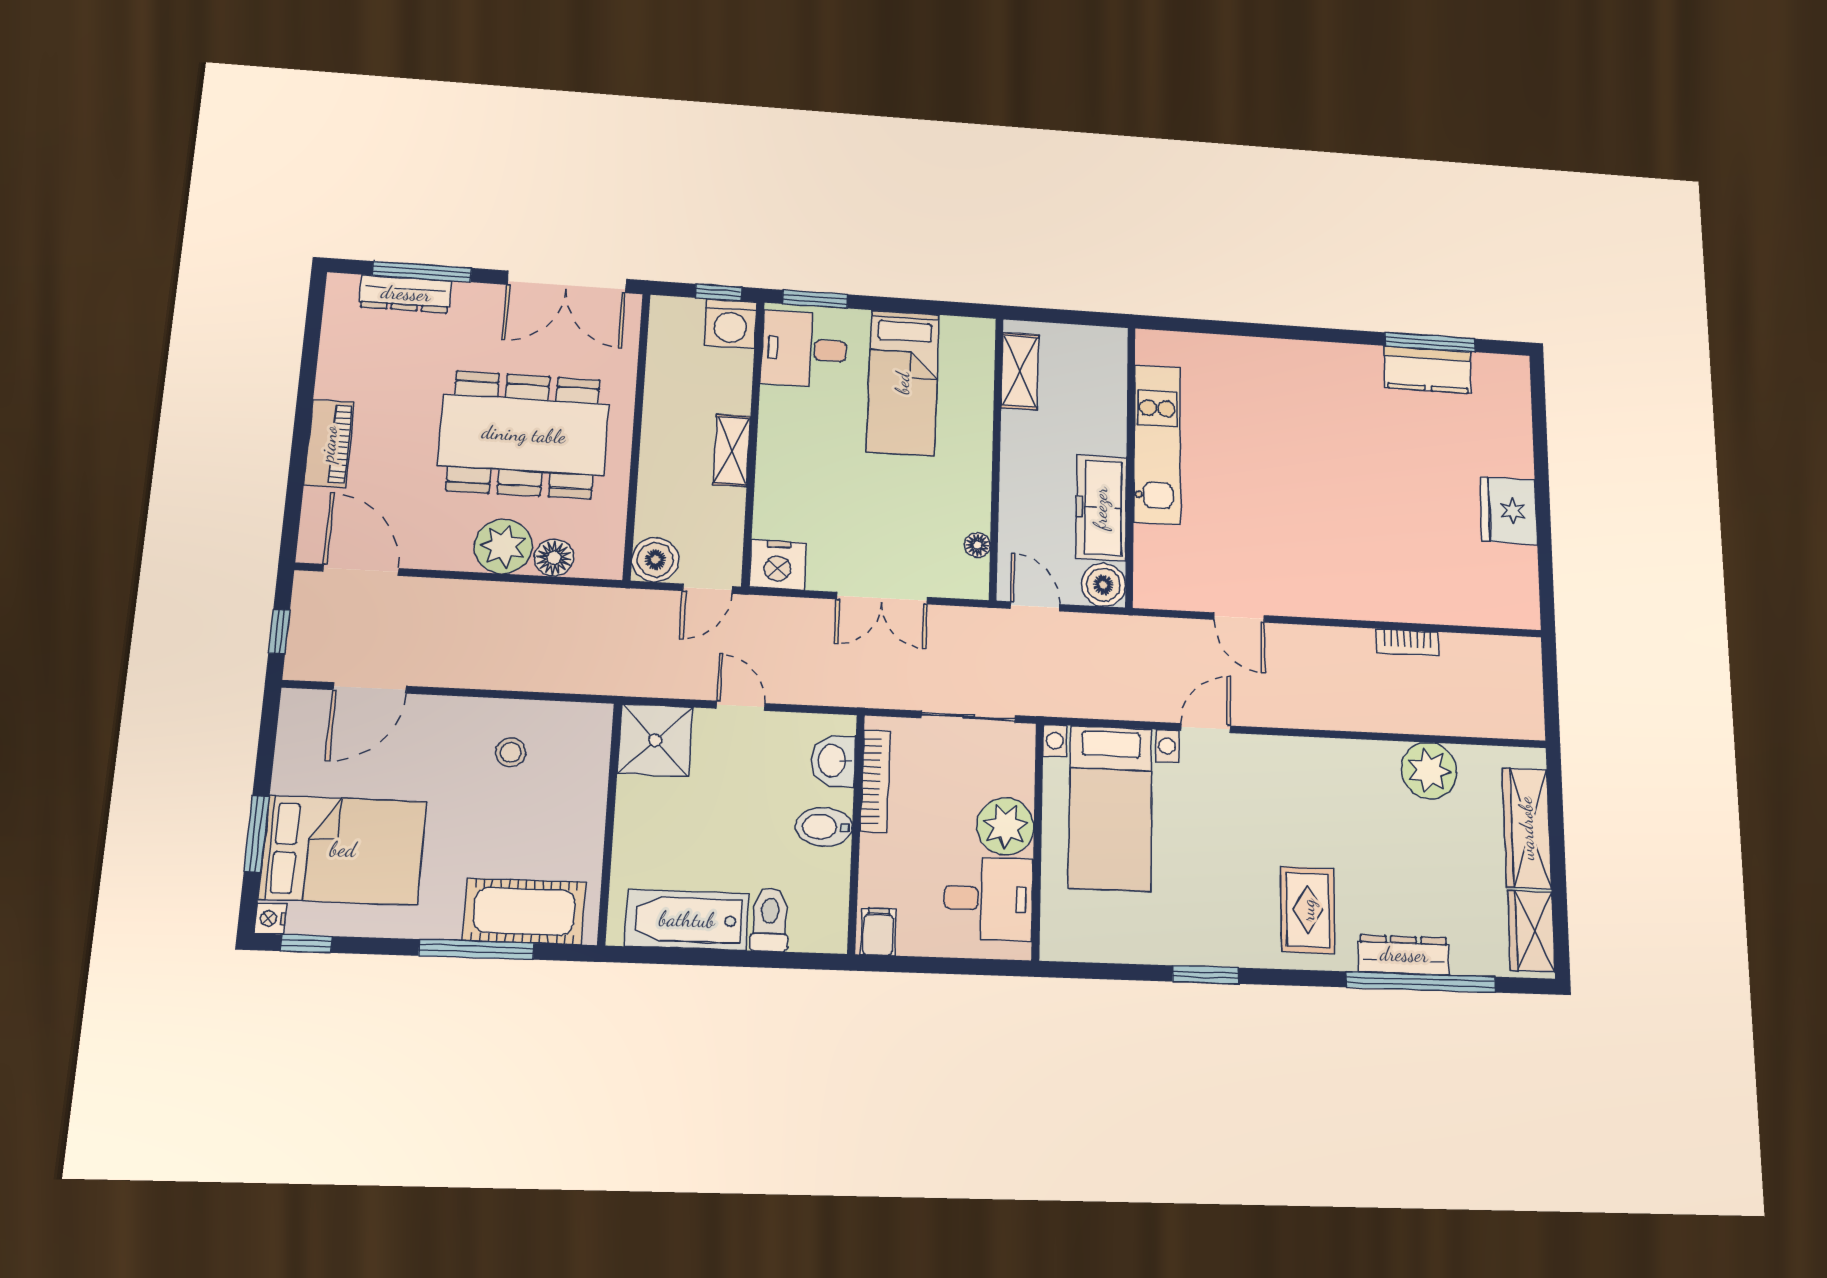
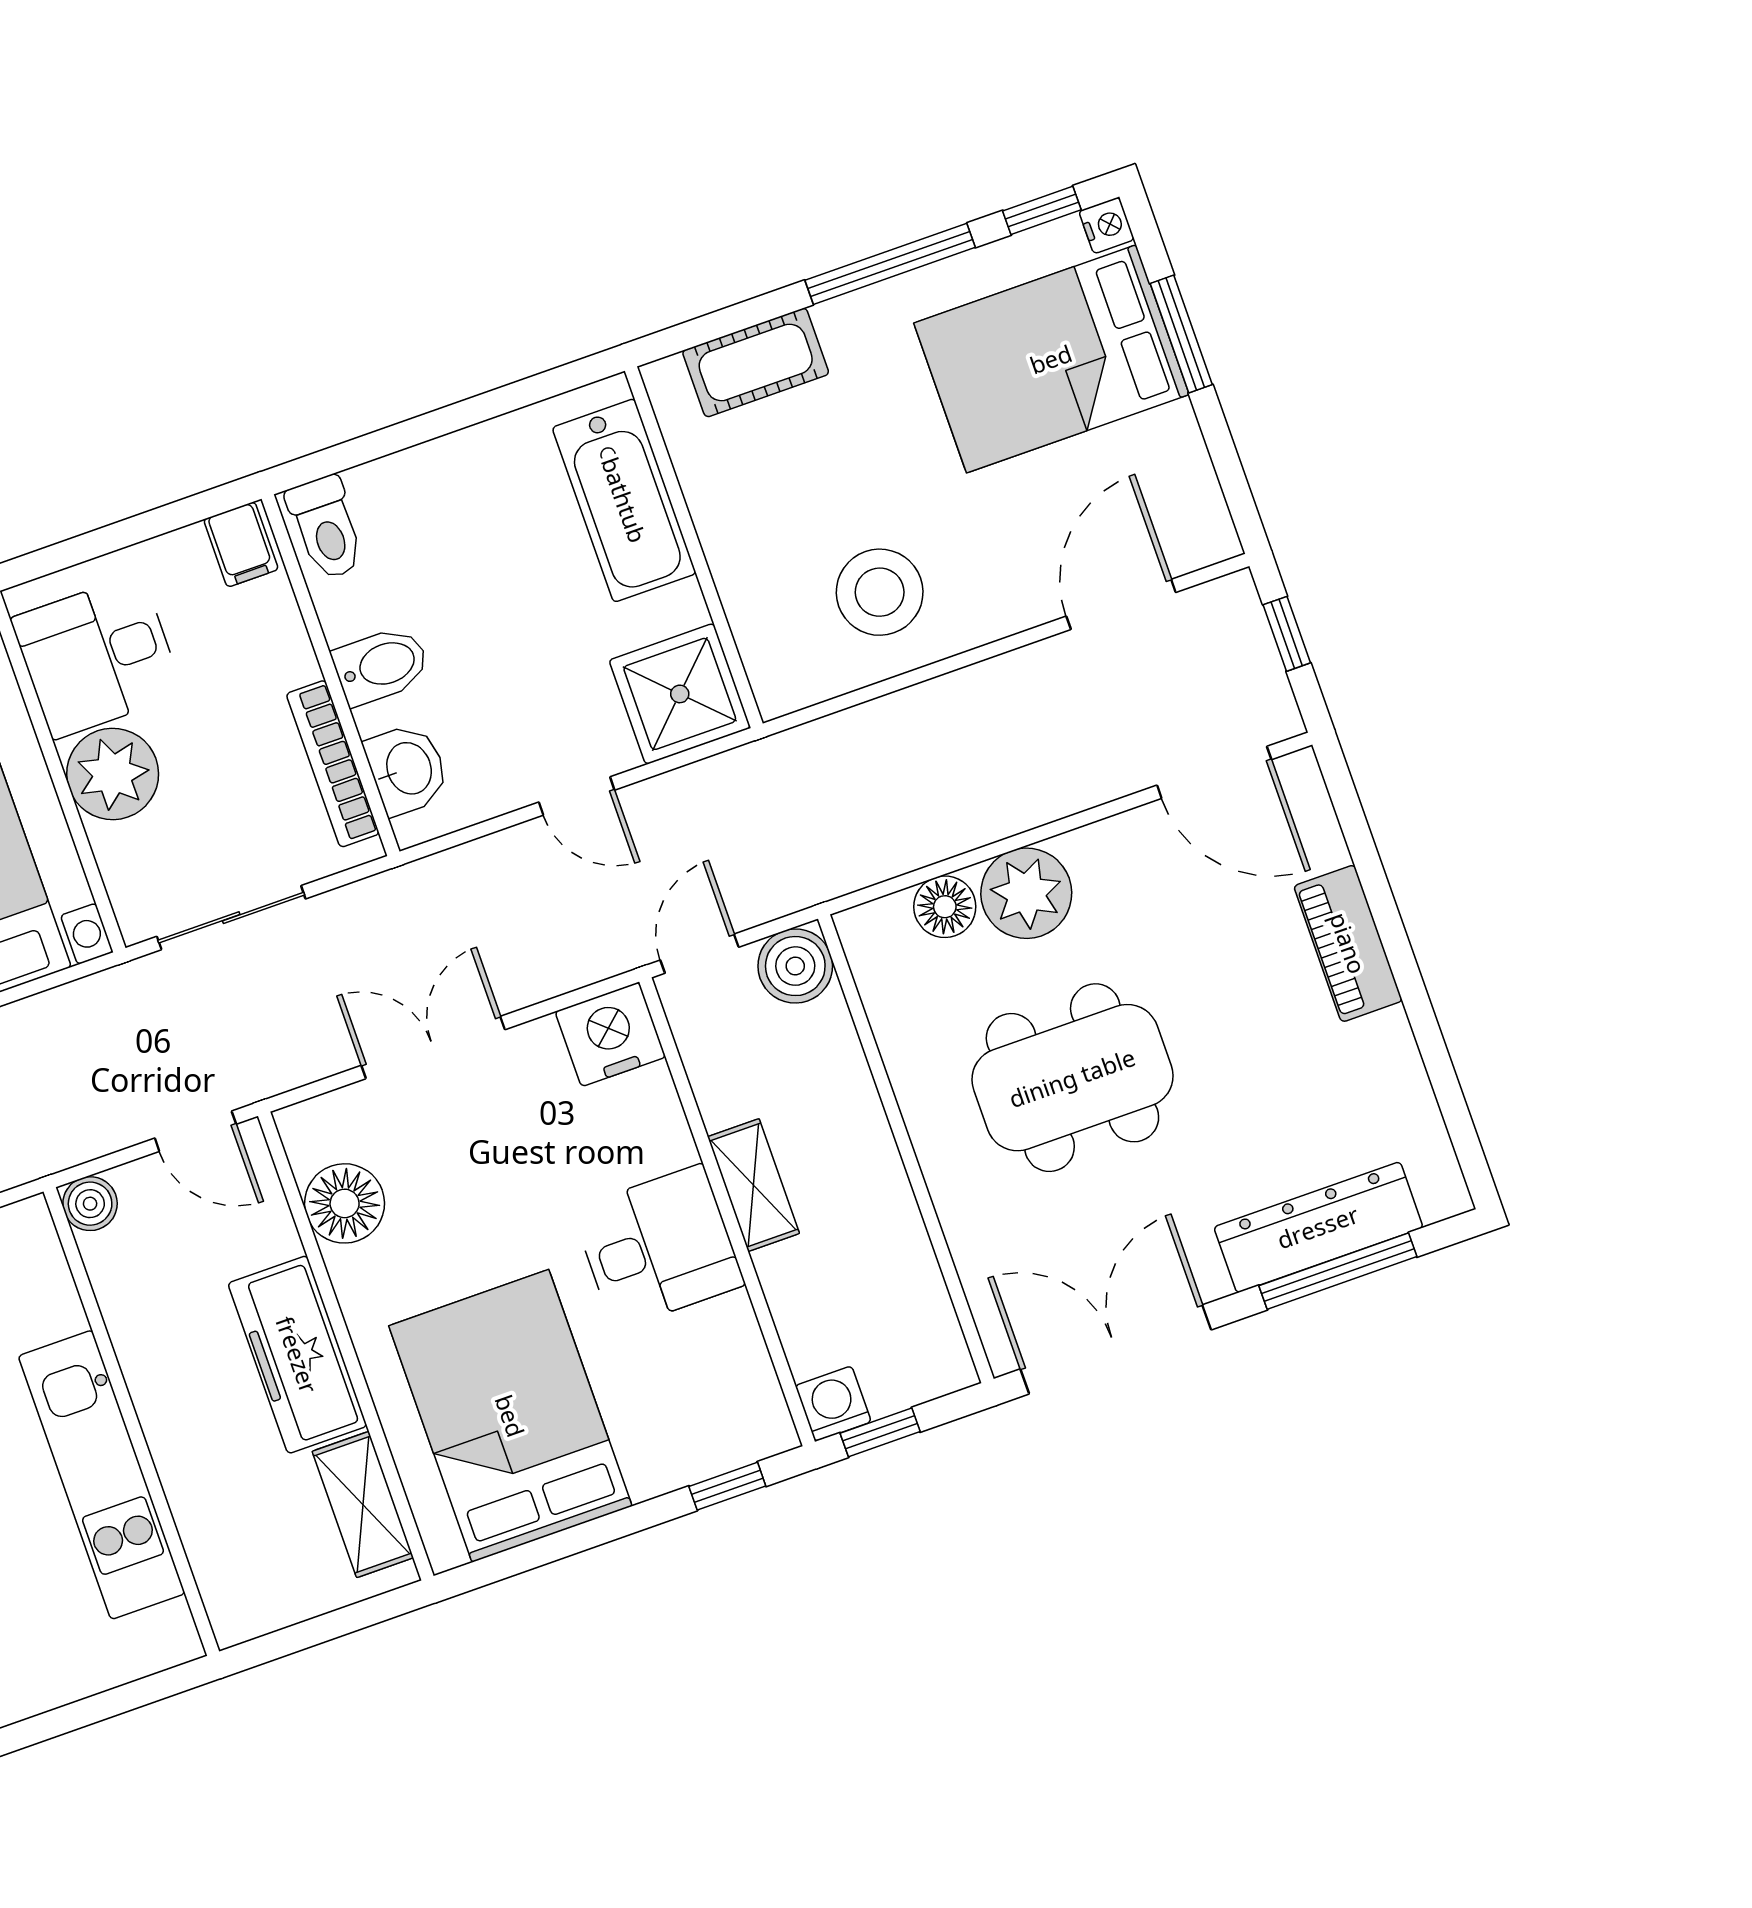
dresser: (406, 294) -> (1318, 1227), width x1.37, depth x1.24
window: (815, 299) -> (727, 1486), width x0.67
washing machine: (731, 324) -> (833, 1404), width x0.73, depth x0.73
desk: (804, 349) -> (658, 1247), moved
bed: (903, 383) -> (510, 1416), width x1.50
dining table: (524, 435) -> (1072, 1078), width x0.73, depth x0.80
freezer: (1101, 508) -> (297, 1355), moved, turned 180
floor lamp: (977, 545) -> (345, 1203), width x1.89, depth x1.89
boiler: (1103, 585) -> (90, 1204), width x0.73, depth x0.73
stool: (511, 752) -> (880, 592), width x1.89, depth x1.89
cot: (524, 911) -> (756, 362), width x0.73, depth x0.75
toilet: (770, 919) -> (326, 528), moved
bathtub: (687, 920) -> (624, 500), moved, turned 90
window: (476, 949) -> (890, 264), moved

